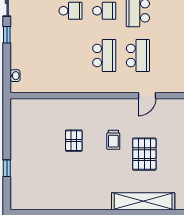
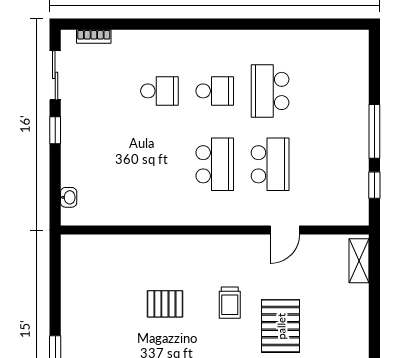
pallet: (74, 141) -> (165, 304), turned 90

